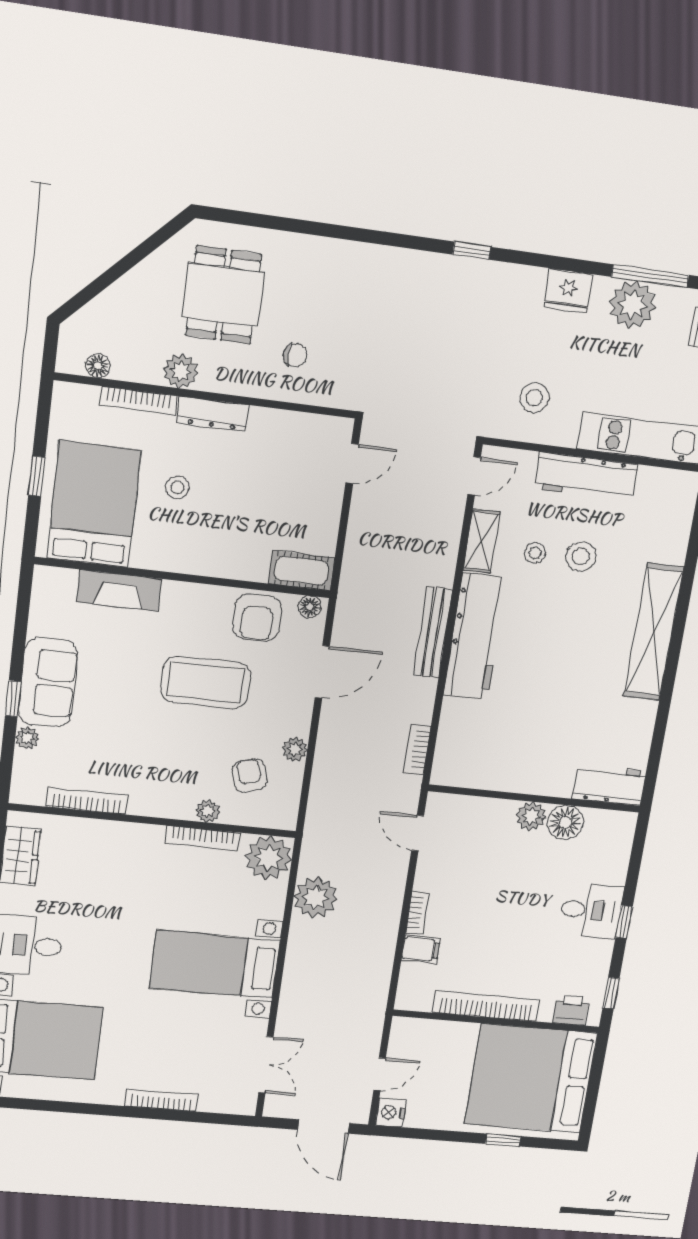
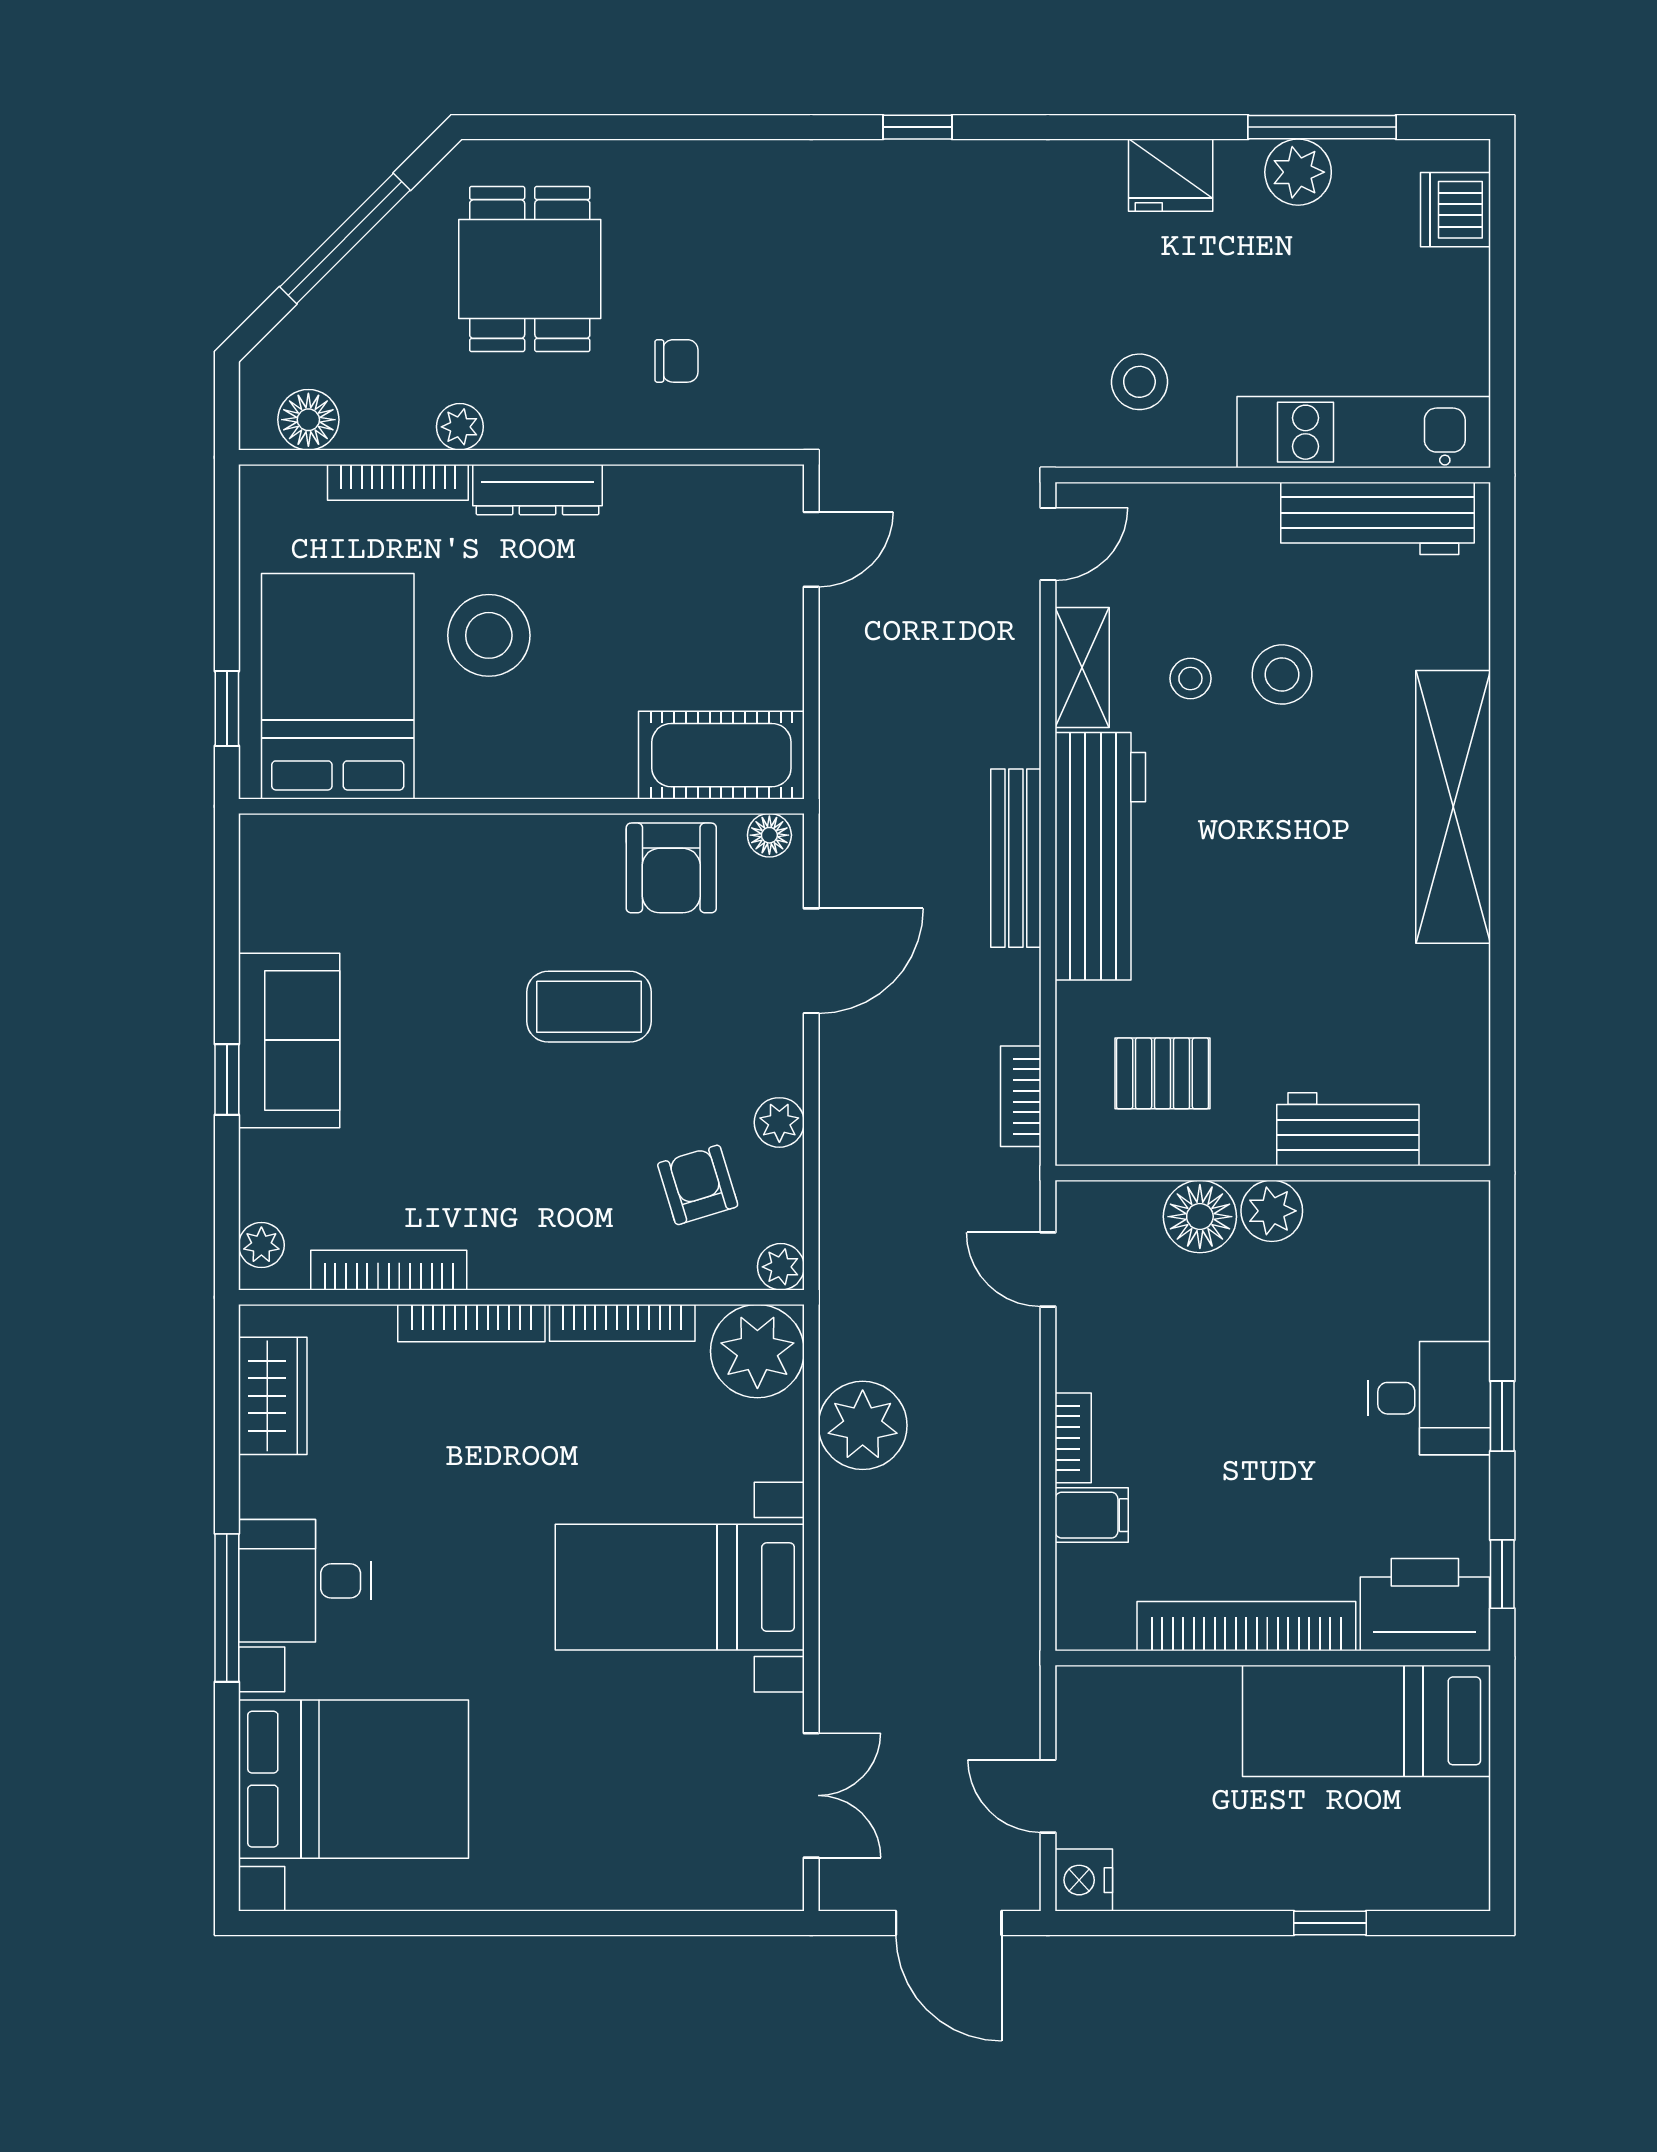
window: (472, 251) -> (918, 127), moved
window: (125, 264) -> (345, 239), added
plant: (633, 305) -> (1298, 172), width x0.73, depth x0.73
floor lamp: (98, 366) -> (308, 420), width x1.37, depth x1.37
plant: (181, 371) -> (460, 427), width x0.73, depth x0.73
window: (37, 476) -> (227, 708), moved
workbench: (586, 477) -> (1377, 518), moved
stool: (177, 487) -> (489, 635), width x1.89, depth x1.89
cot: (302, 571) -> (721, 755), width x1.37, depth x1.34
fireplace: (119, 590) -> (403, 845), removed
coffee table: (206, 682) -> (589, 1007), width x0.73, depth x0.76
plant: (27, 738) -> (261, 1245), moved
pallet: (489, 745) -> (1163, 1073), added
workbench: (609, 785) -> (1348, 1129), moved
plant: (208, 811) -> (781, 1267), moved
floor lamp: (565, 822) -> (1200, 1217), moved
printer: (571, 1010) -> (1425, 1605), width x1.87, depth x1.48
door: (380, 1074) -> (1048, 1796), swing flipped
bed: (531, 1079) -> (1366, 1721), width x0.49
bookcase: (161, 1100) -> (471, 1323), moved, turned 180

